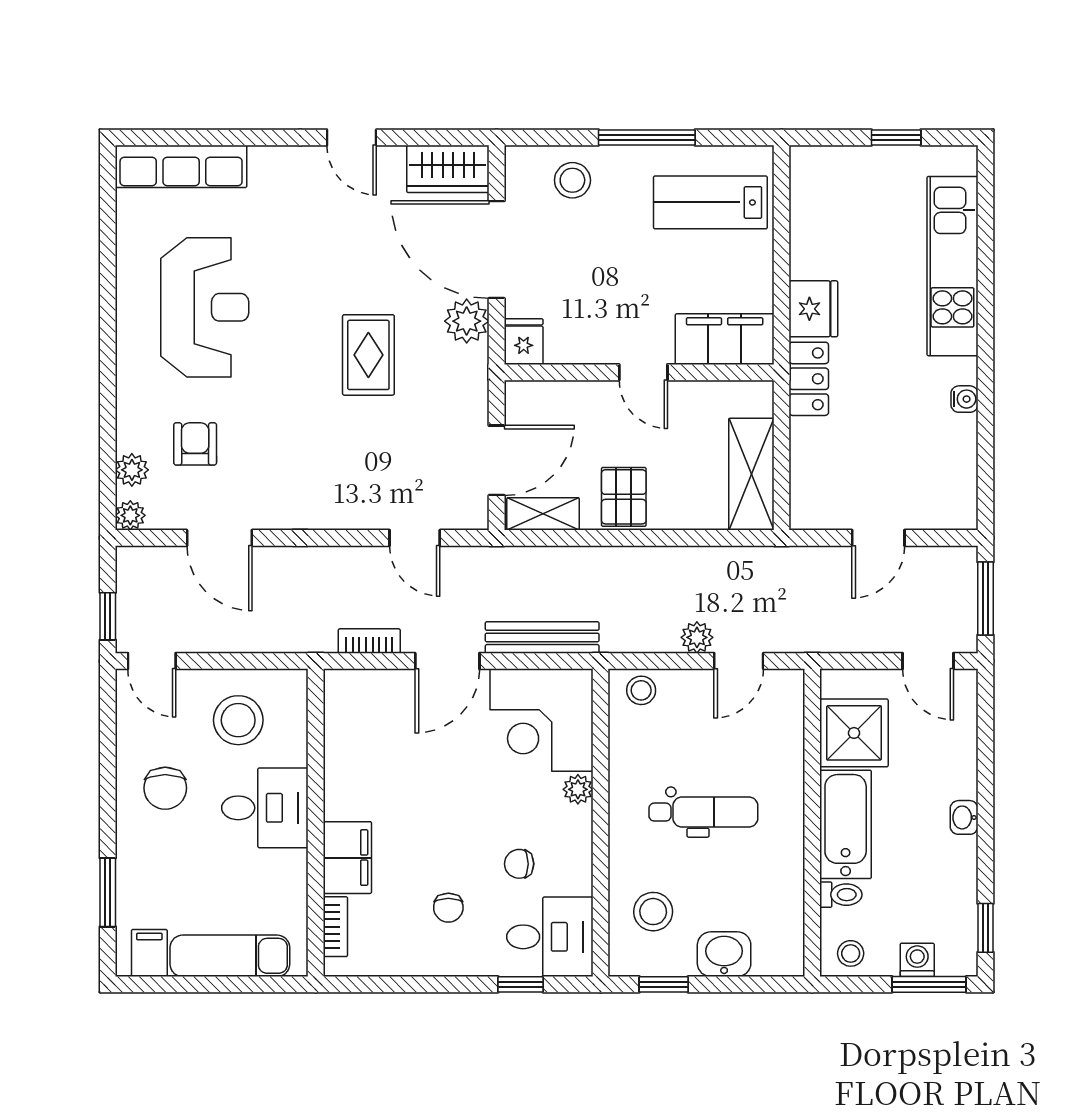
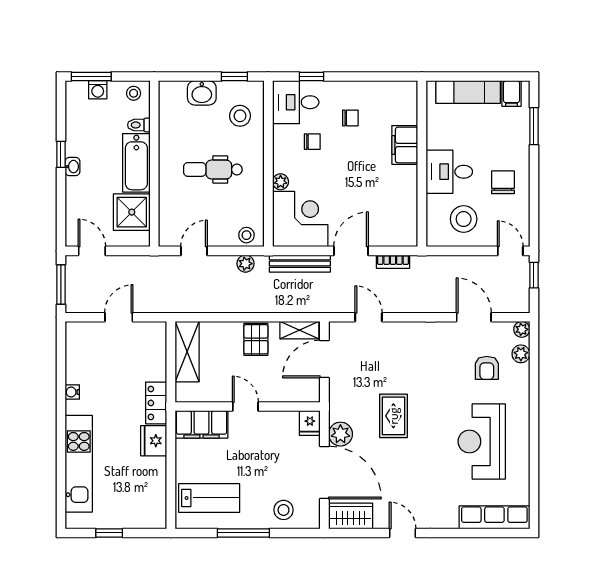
plant: (697, 637) -> (245, 264), moved
chair: (448, 908) -> (350, 118), turned 90
bookcase: (335, 927) -> (411, 108), removed
window: (985, 928) -> (61, 154), moved

